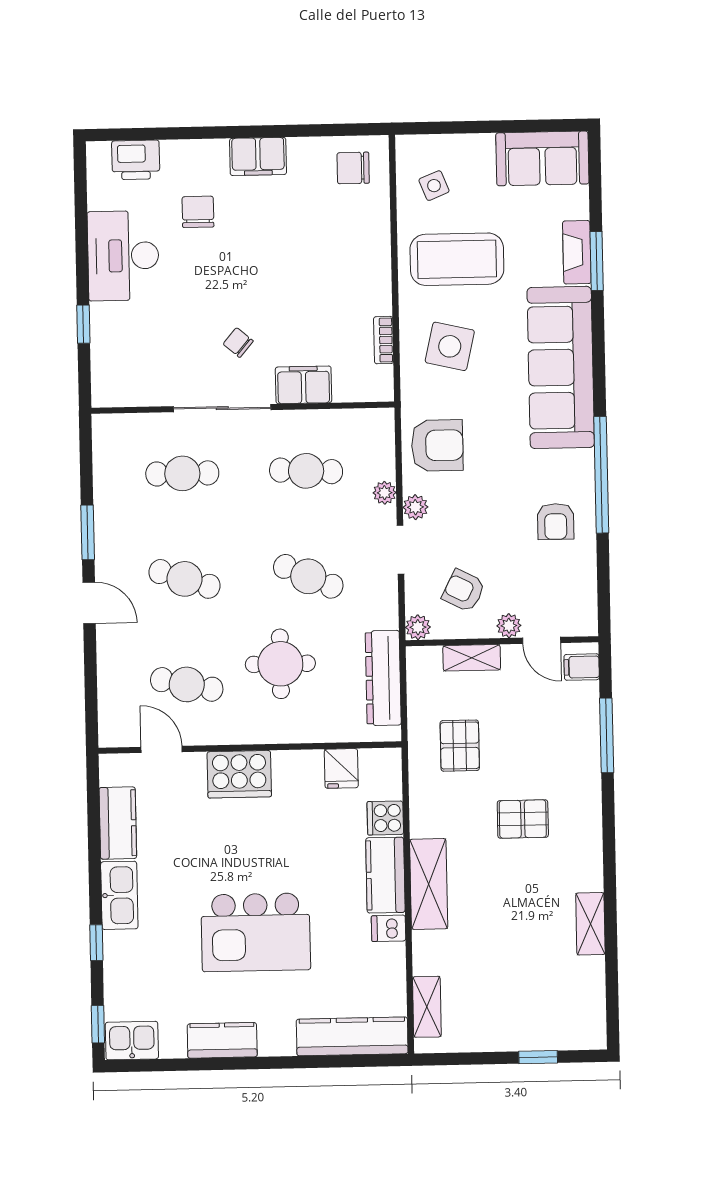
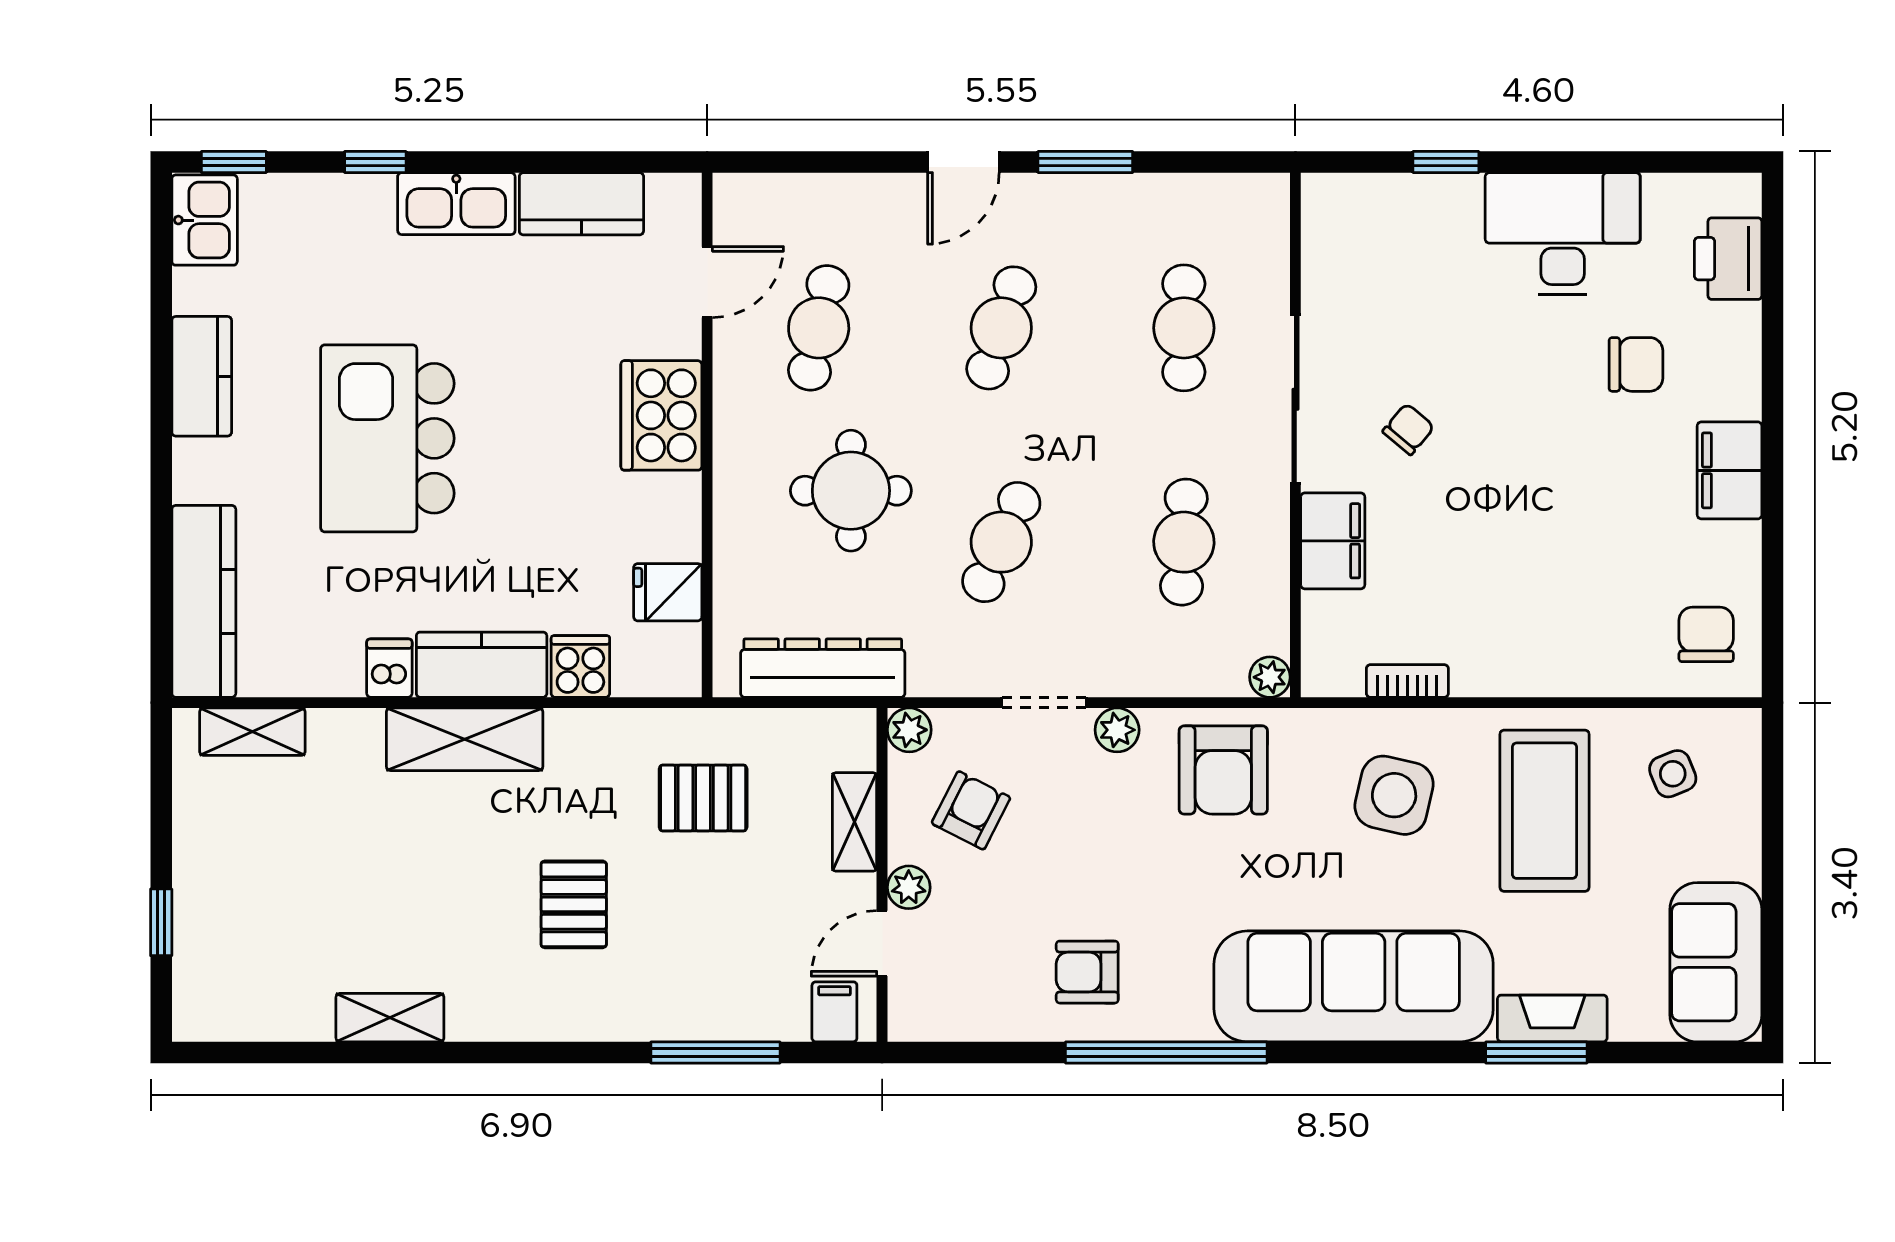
plant: (385, 493) -> (1270, 677), moved

